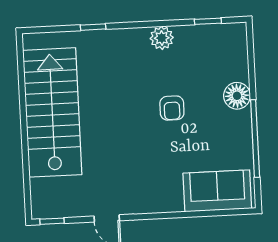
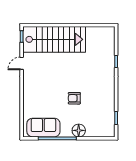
plant: (162, 38) -> (109, 95), removed
stairs: (52, 112) -> (54, 39), moved
sofa: (217, 191) -> (43, 128), moved, turned -90

